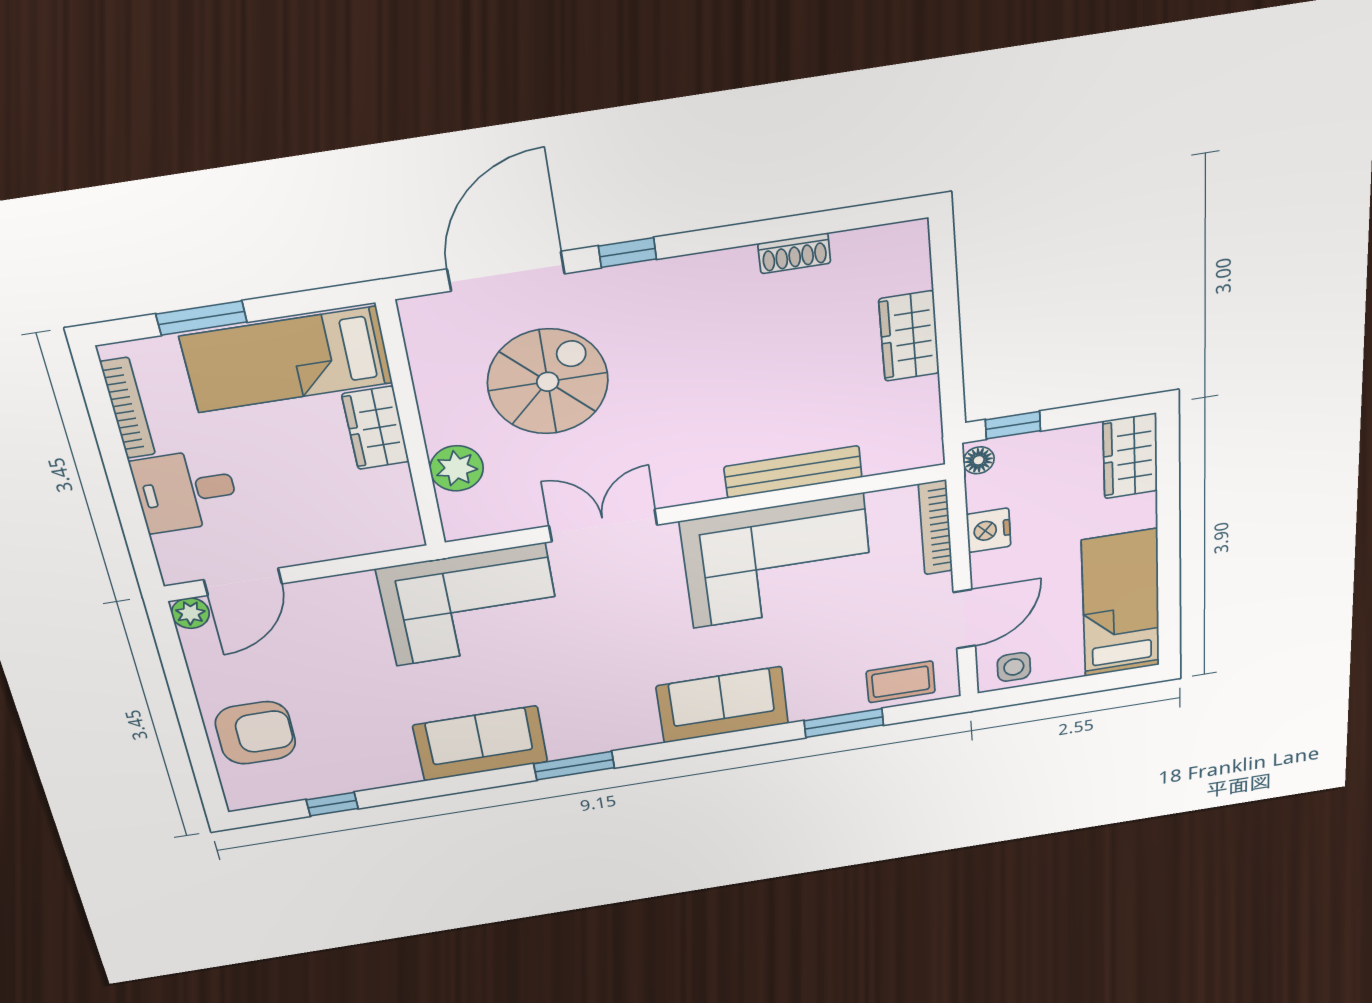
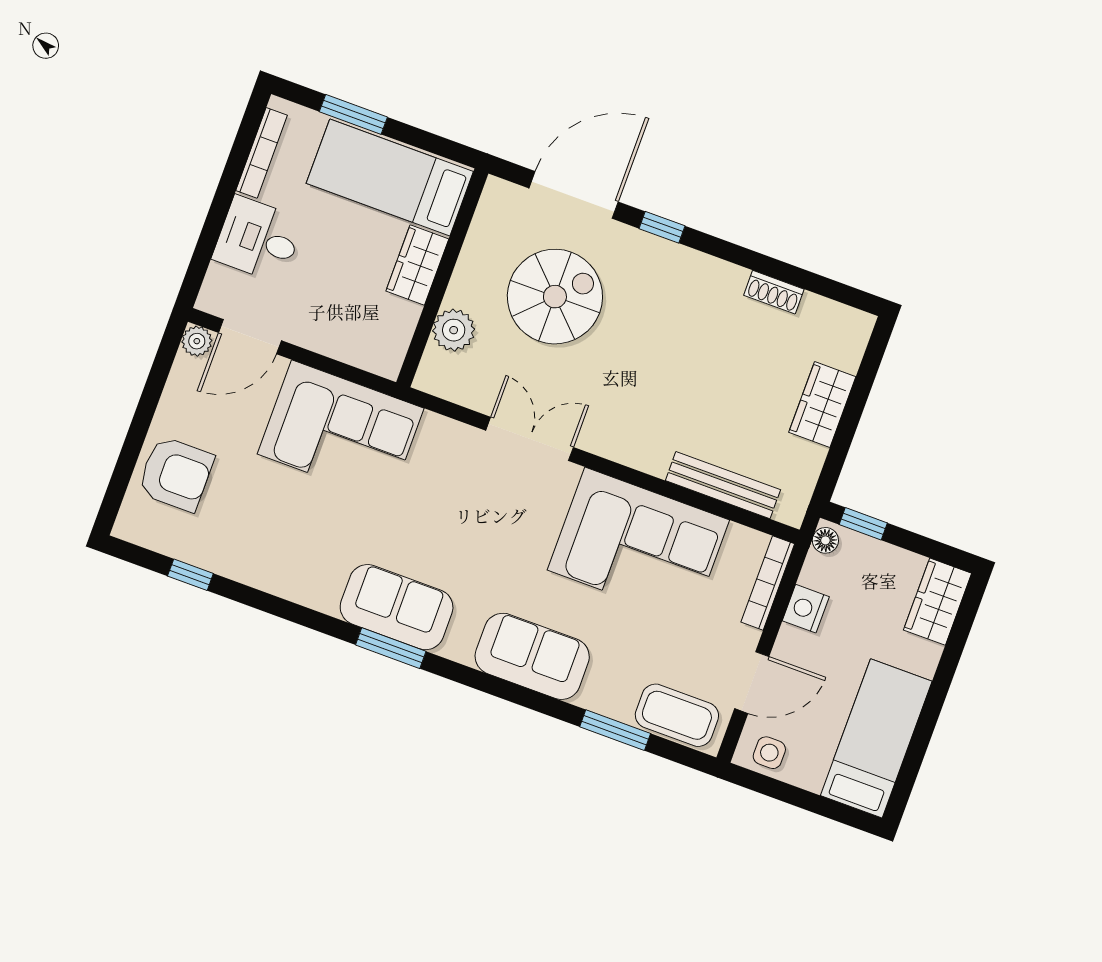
bench: (793, 472) -> (723, 485), moved
corner sofa: (470, 605) -> (341, 431), moved
coffee table: (901, 682) -> (677, 715), width x1.36, depth x1.30
sofa: (480, 744) -> (397, 607), moved

